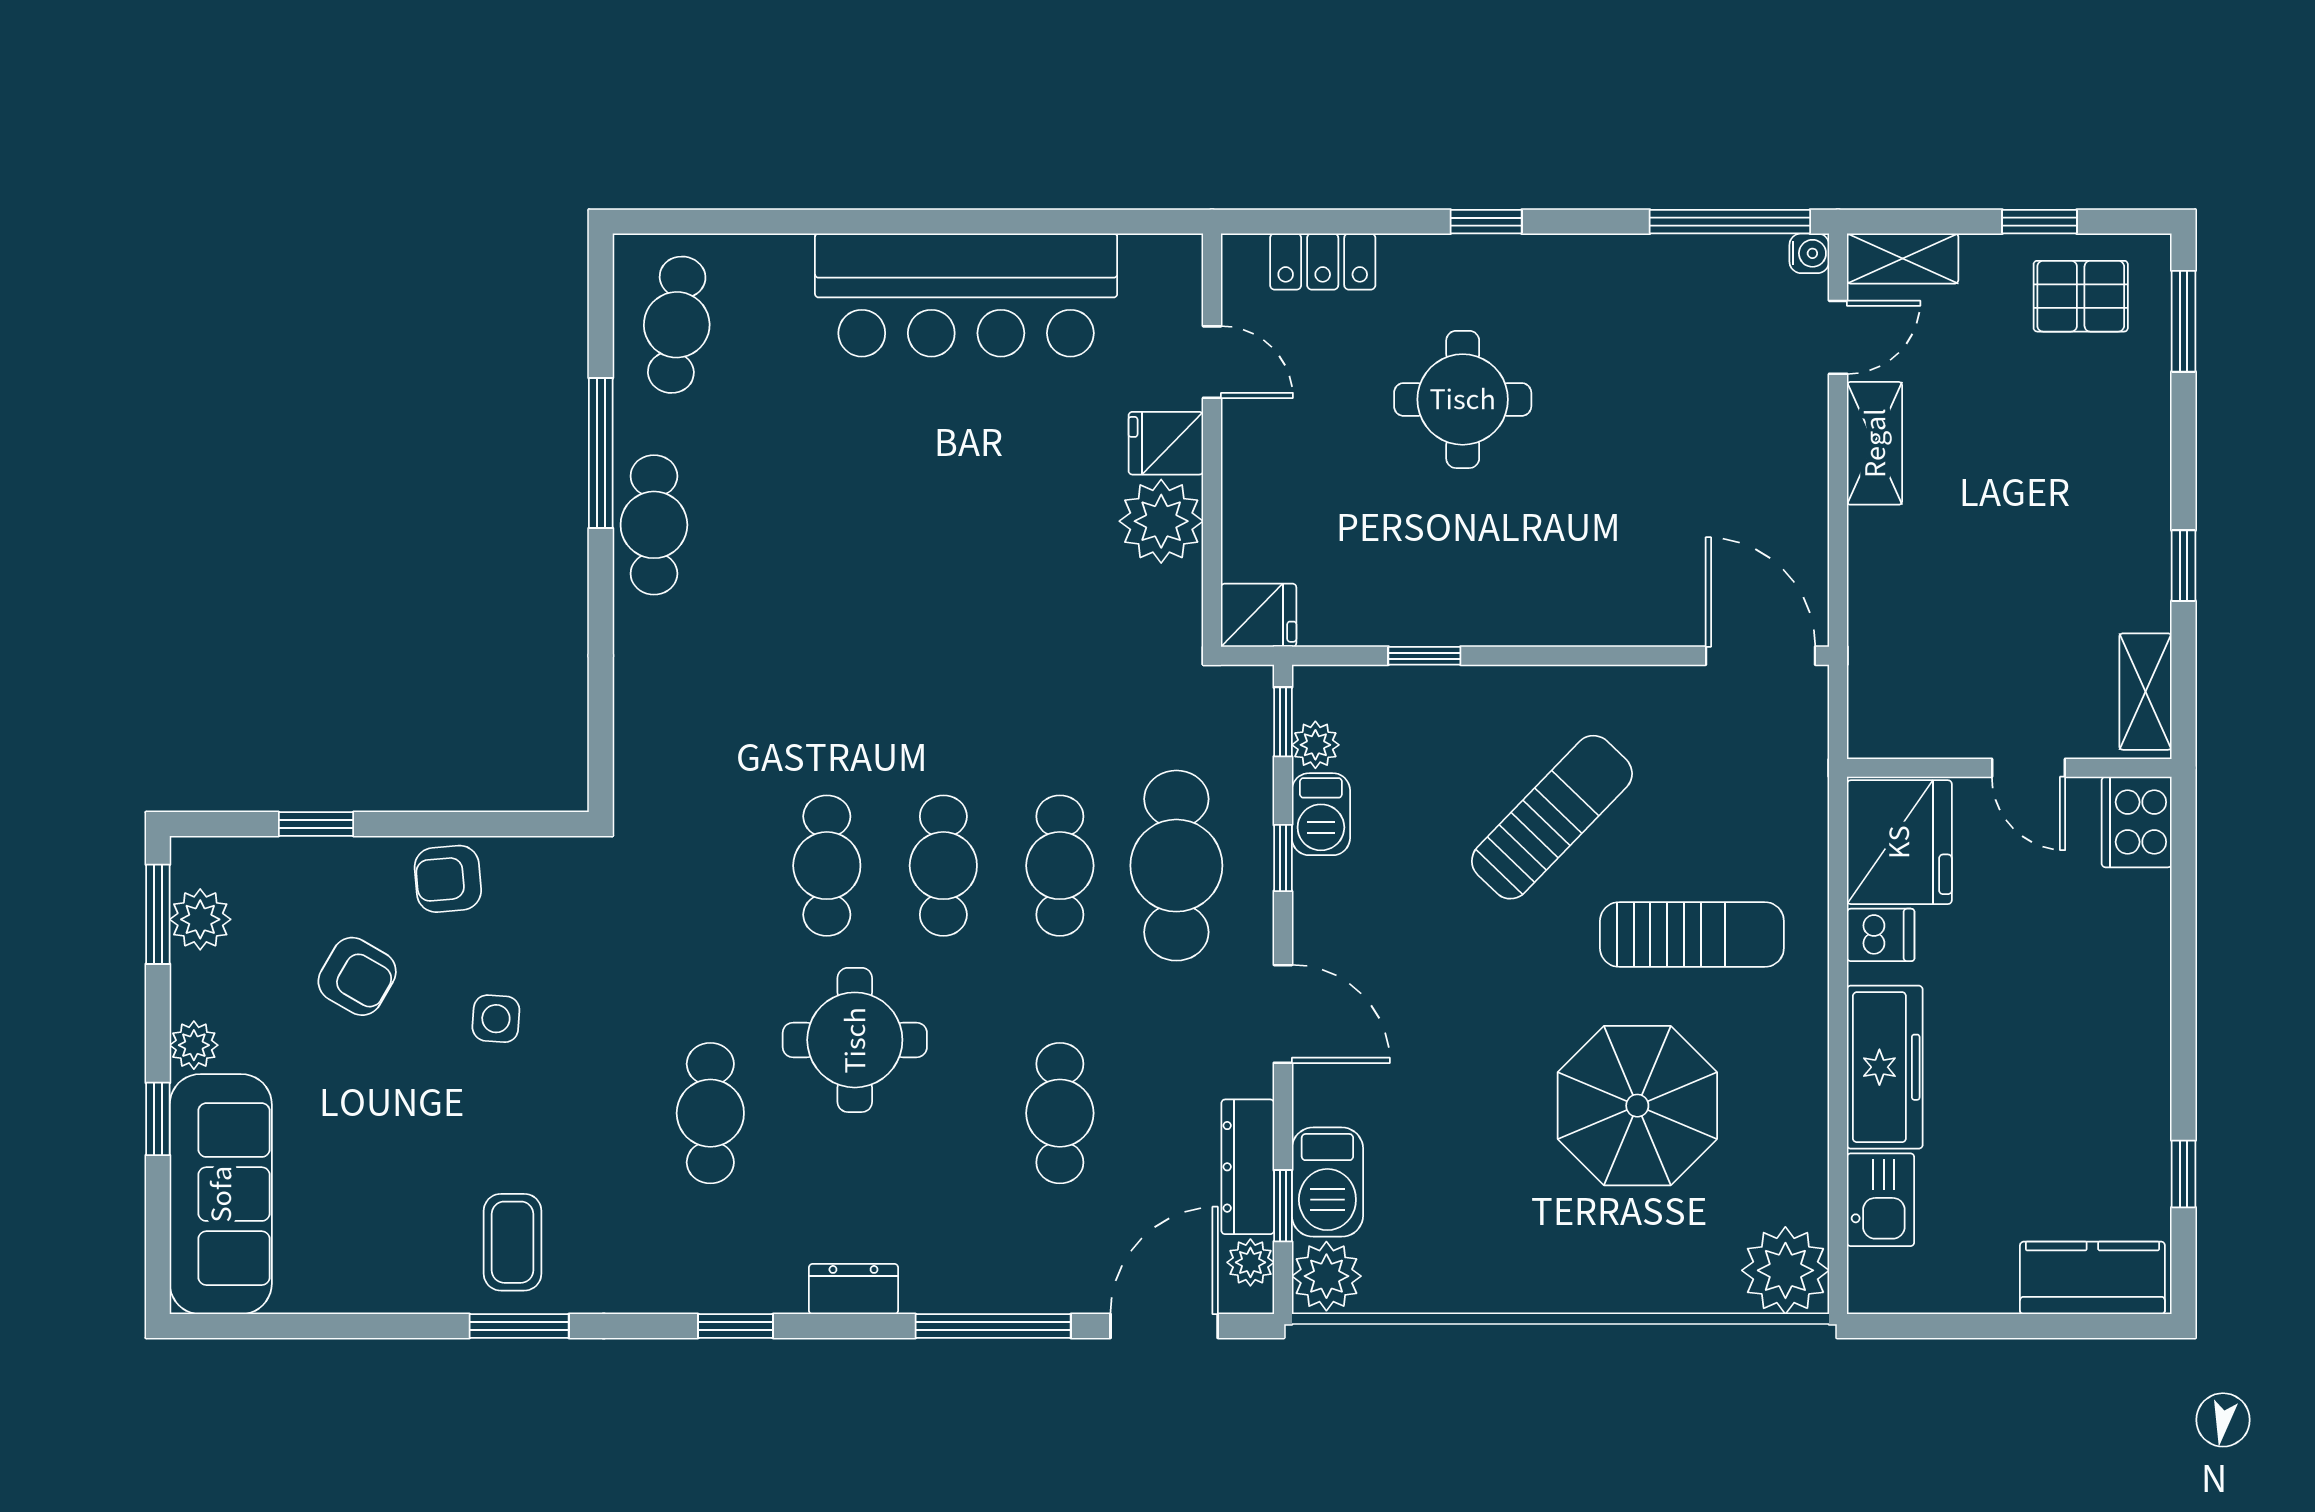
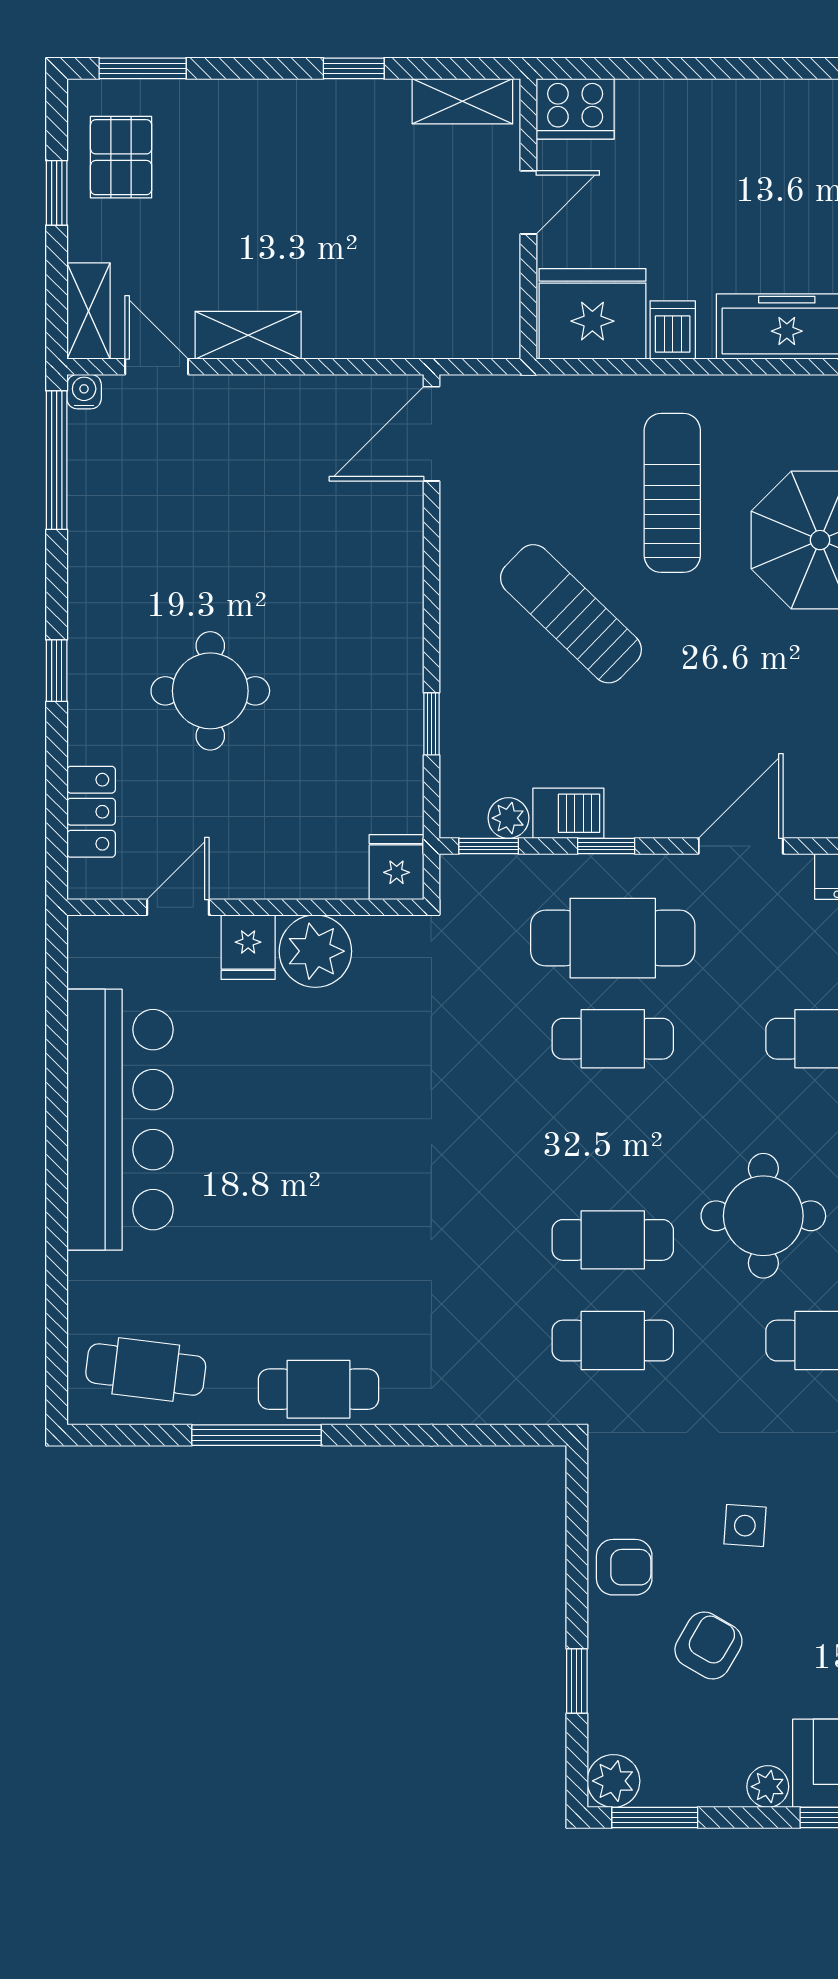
cafe table: (943, 866) -> (613, 1341), moved
armchair: (448, 879) -> (624, 1567), turned -85
plant: (200, 919) -> (613, 1781), moved

